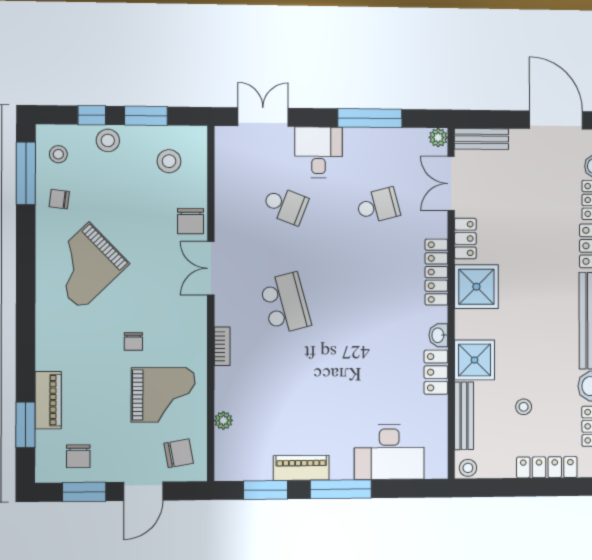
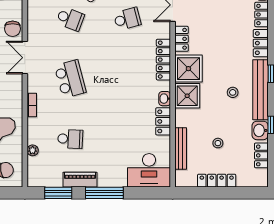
shower: (475, 360) -> (187, 96), moved
school desk: (285, 401) -> (70, 139), added
desk: (389, 452) -> (149, 170), moved
locker: (547, 467) -> (217, 181), moved
stool: (468, 468) -> (233, 92), moved

